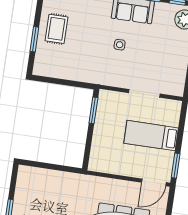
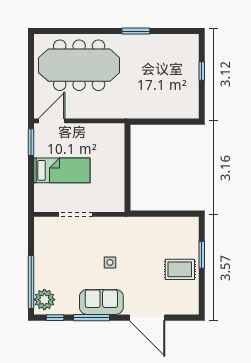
rug: (56, 29) -> (180, 269), turned 90
window: (93, 110) -> (128, 188), removed

